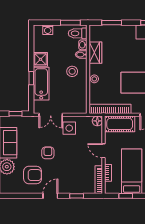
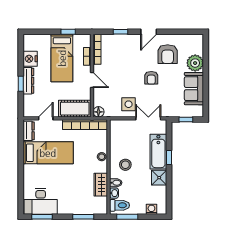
armchair: (33, 175) -> (168, 54), turned -90

